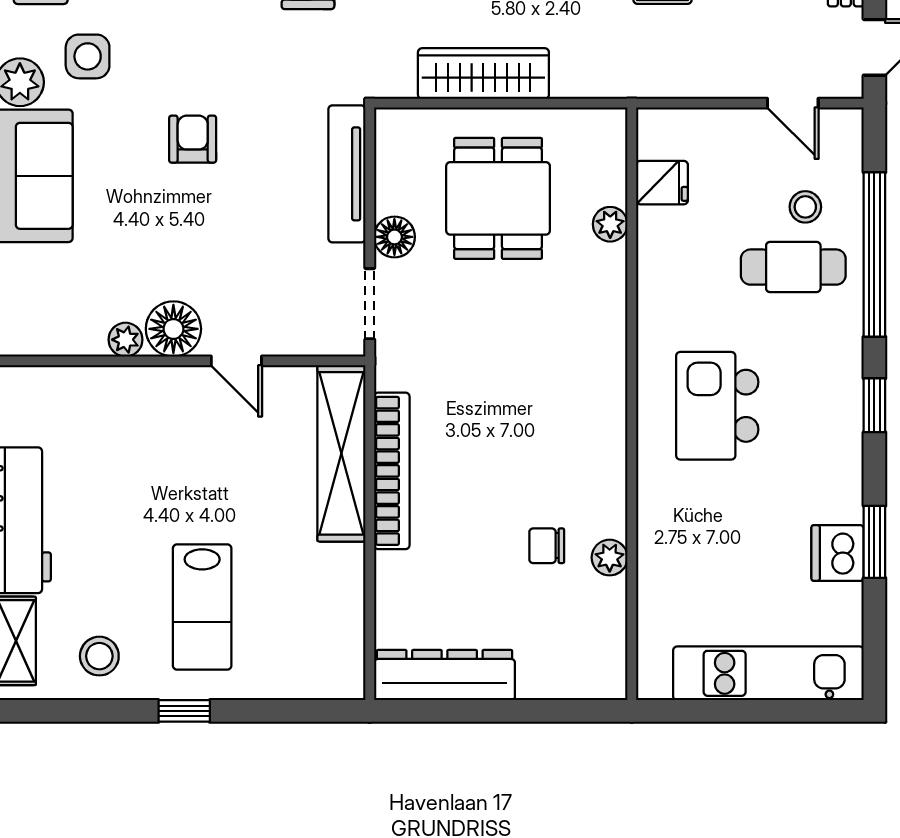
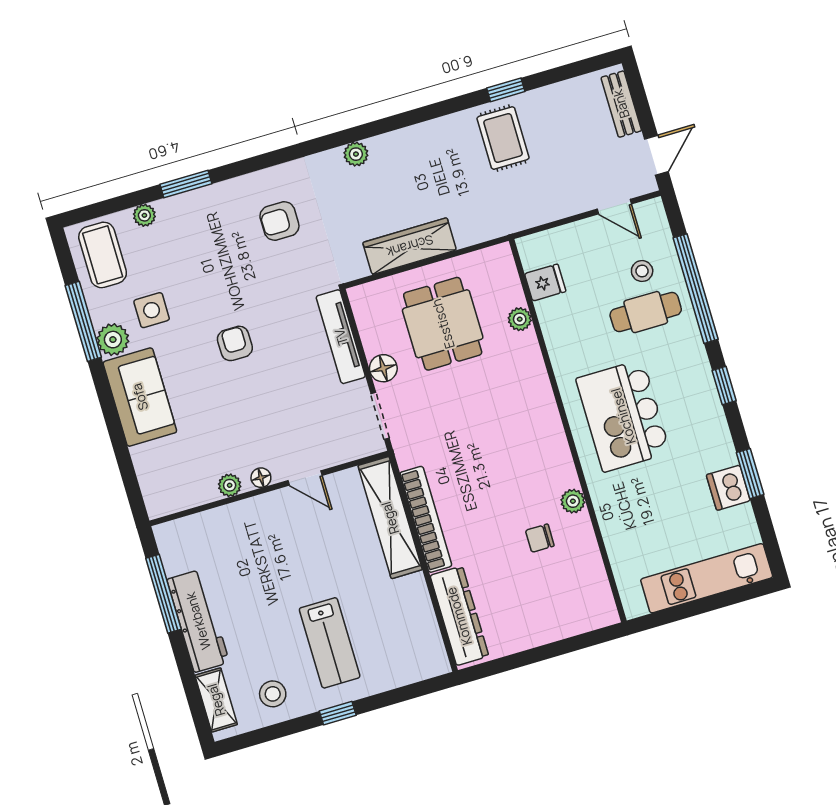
floor lamp: (173, 329) -> (261, 478), width x0.53, depth x0.53
kitchen island: (717, 406) -> (623, 416), width x1.37, depth x1.28
plant: (610, 558) -> (573, 501), moved
dresser: (444, 675) -> (459, 616), moved, turned 90

